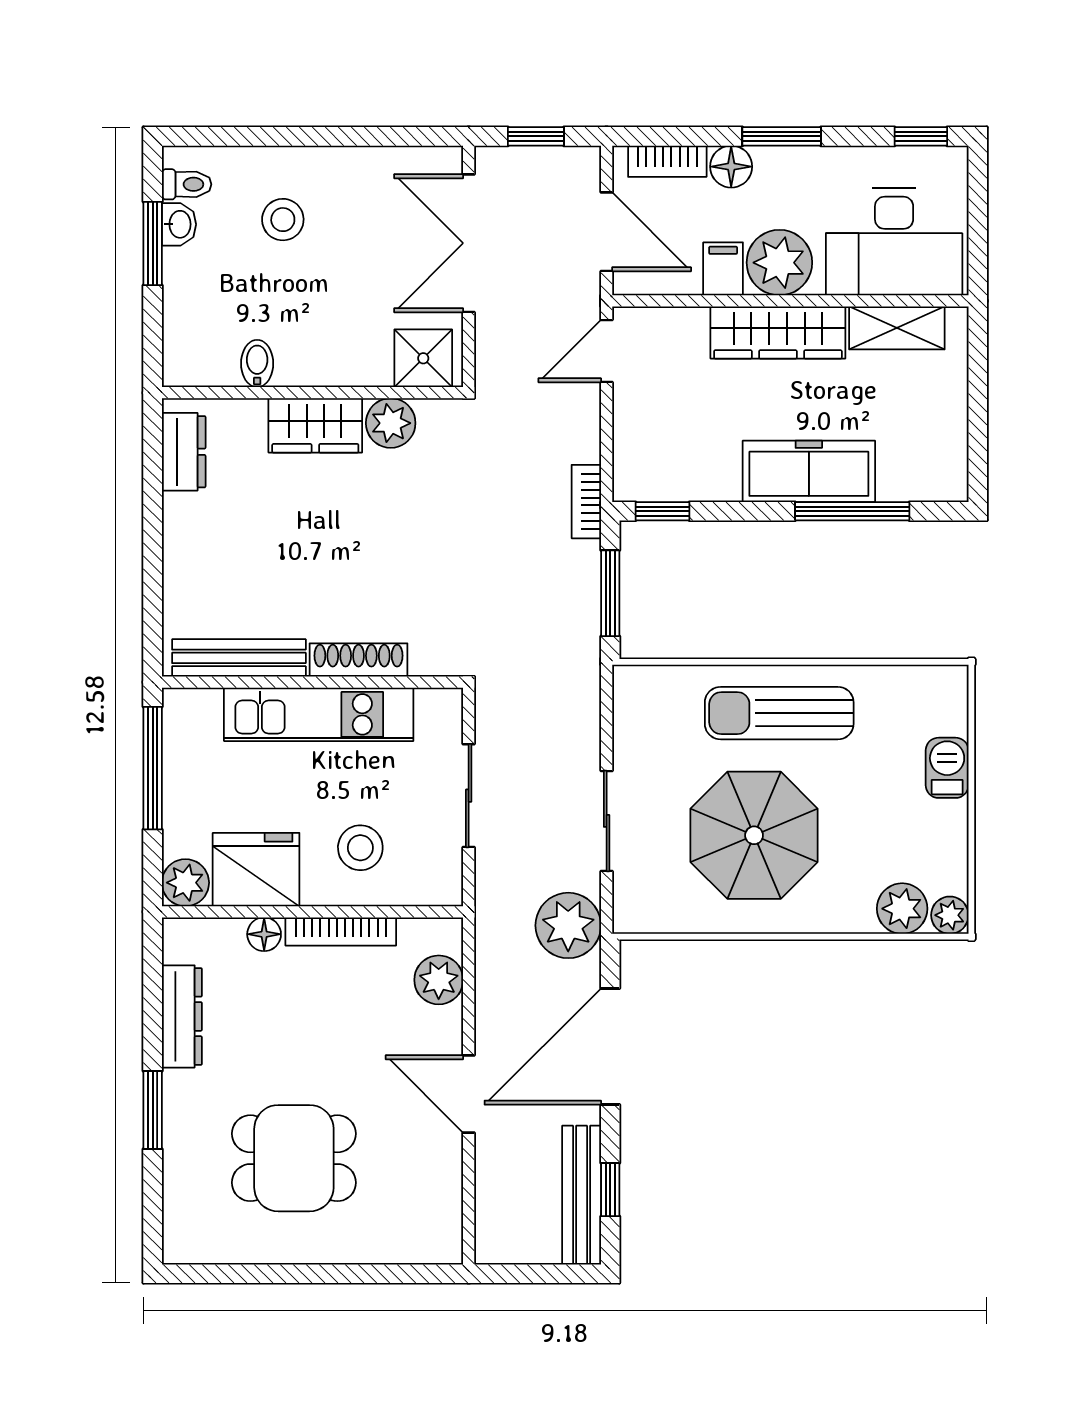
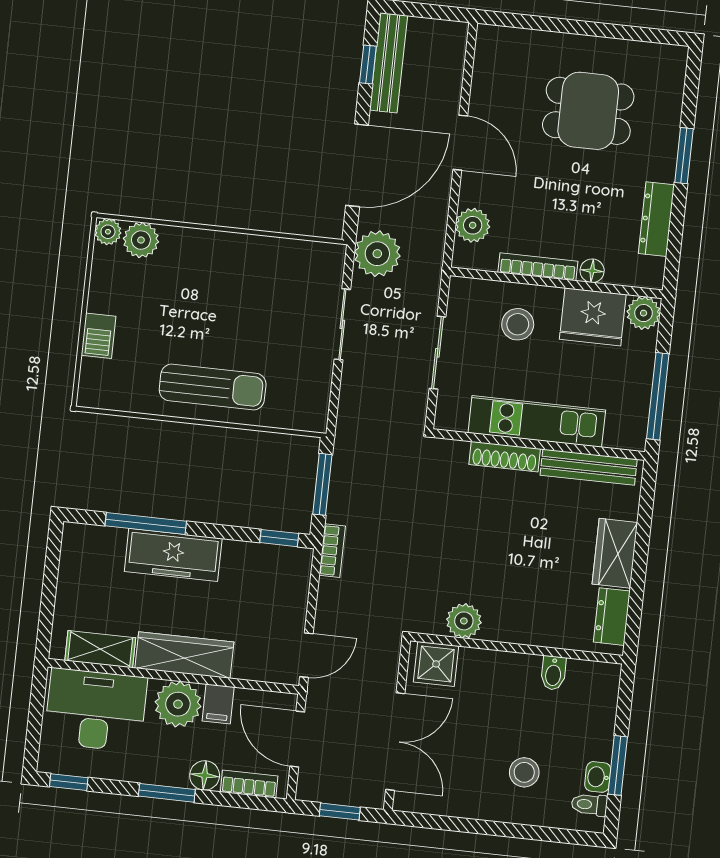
wardrobe: (315, 425) -> (615, 553), moved, turned -90
parasol: (754, 835) -> (240, 303), removed

